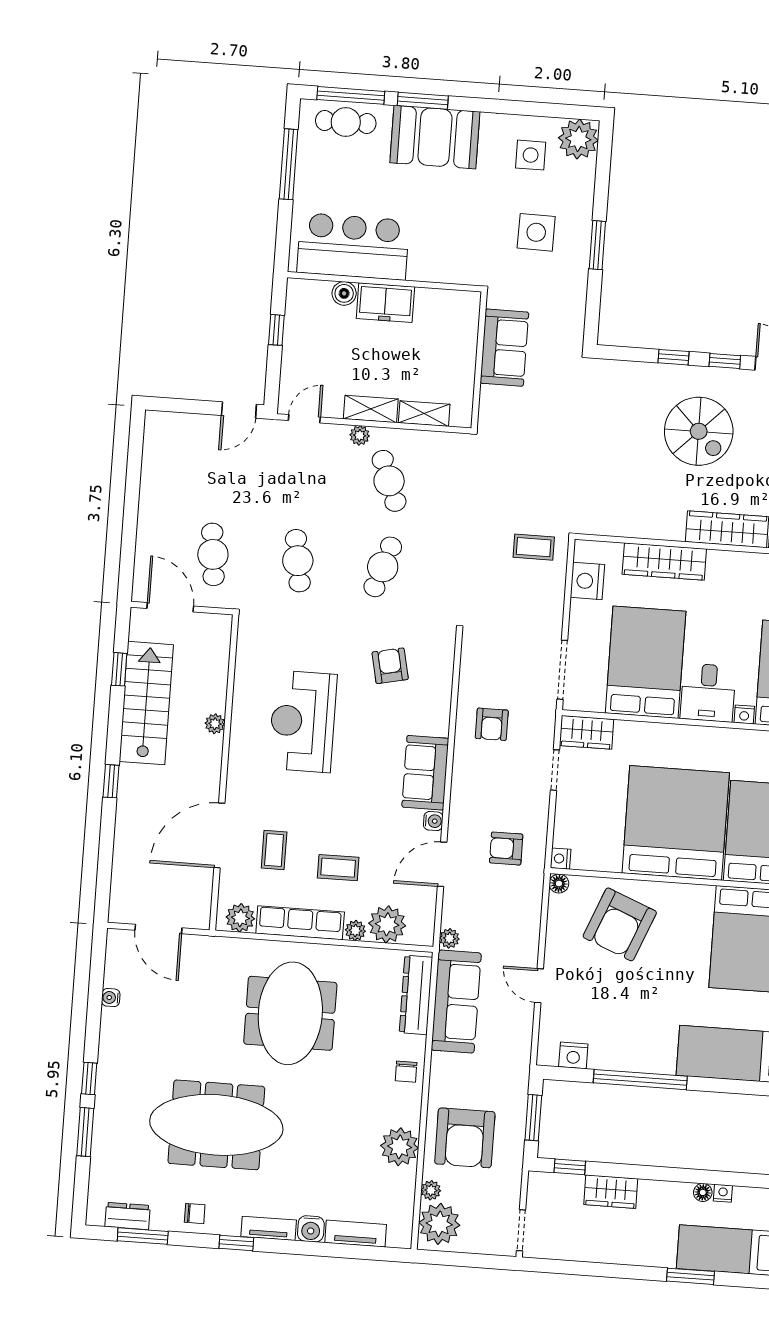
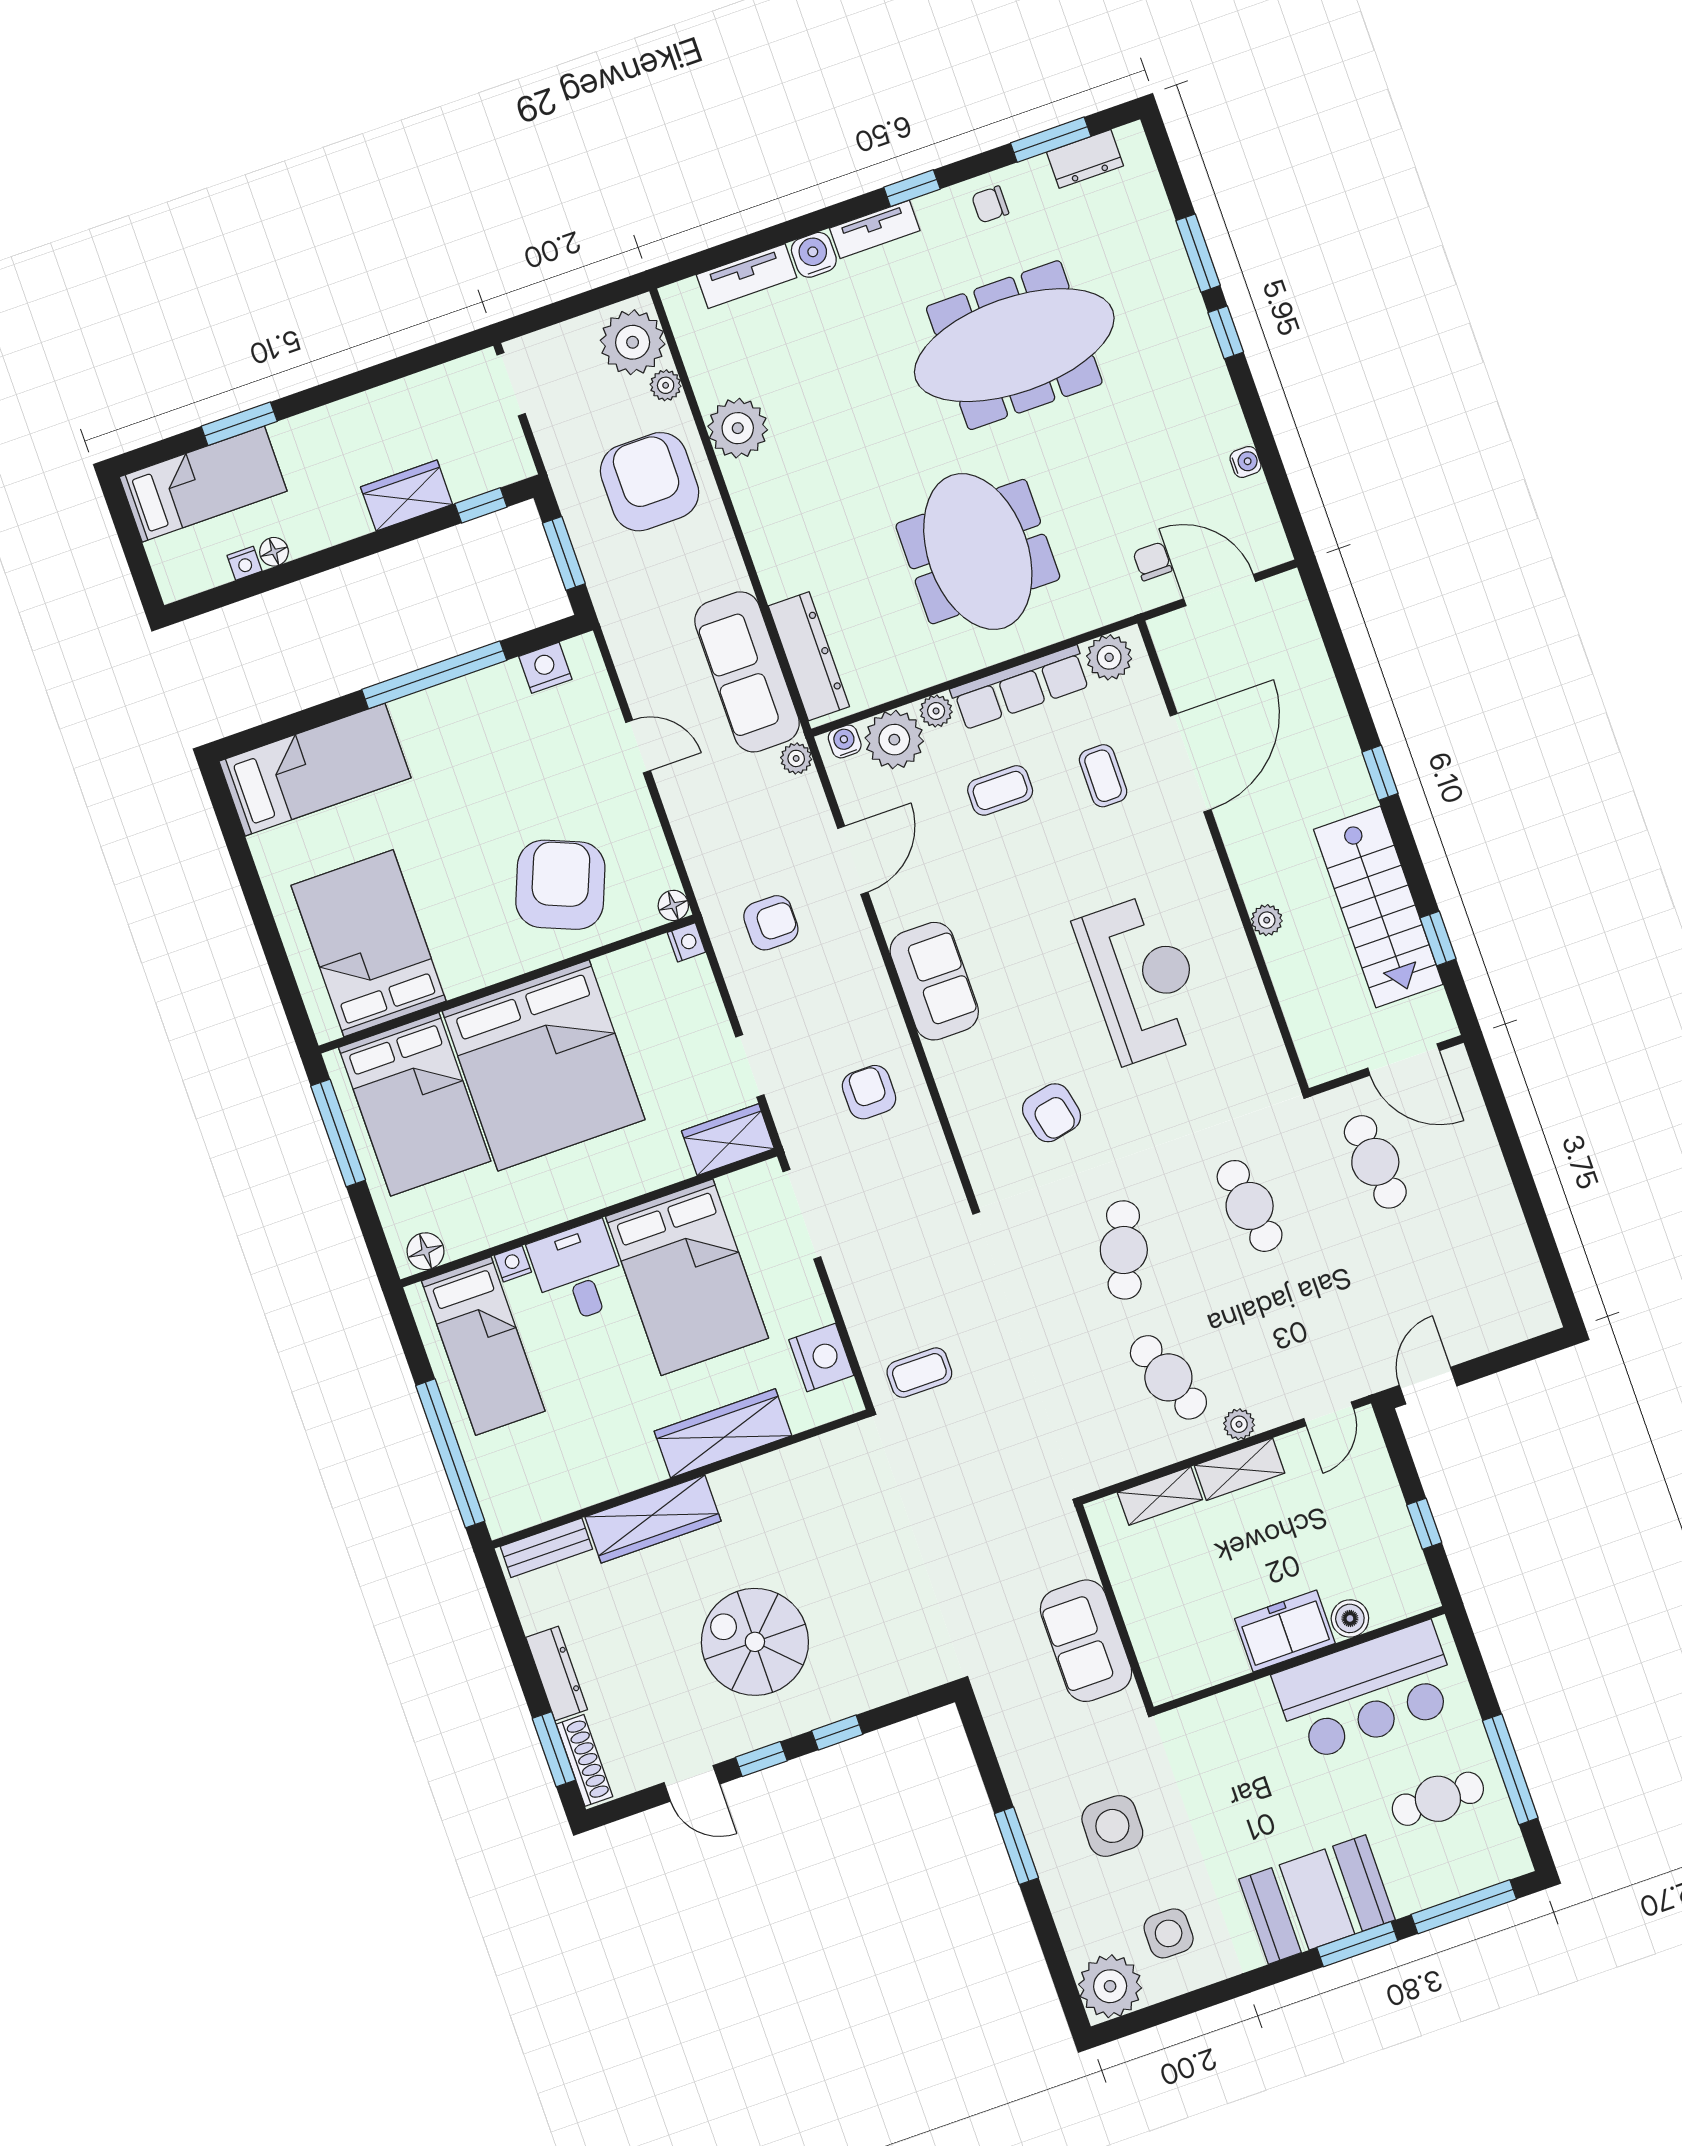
cafe table: (346, 122) -> (1438, 1799), moved
water cooler: (433, 821) -> (845, 741), moved, turned 90
chair: (406, 1072) -> (1152, 561), moved

